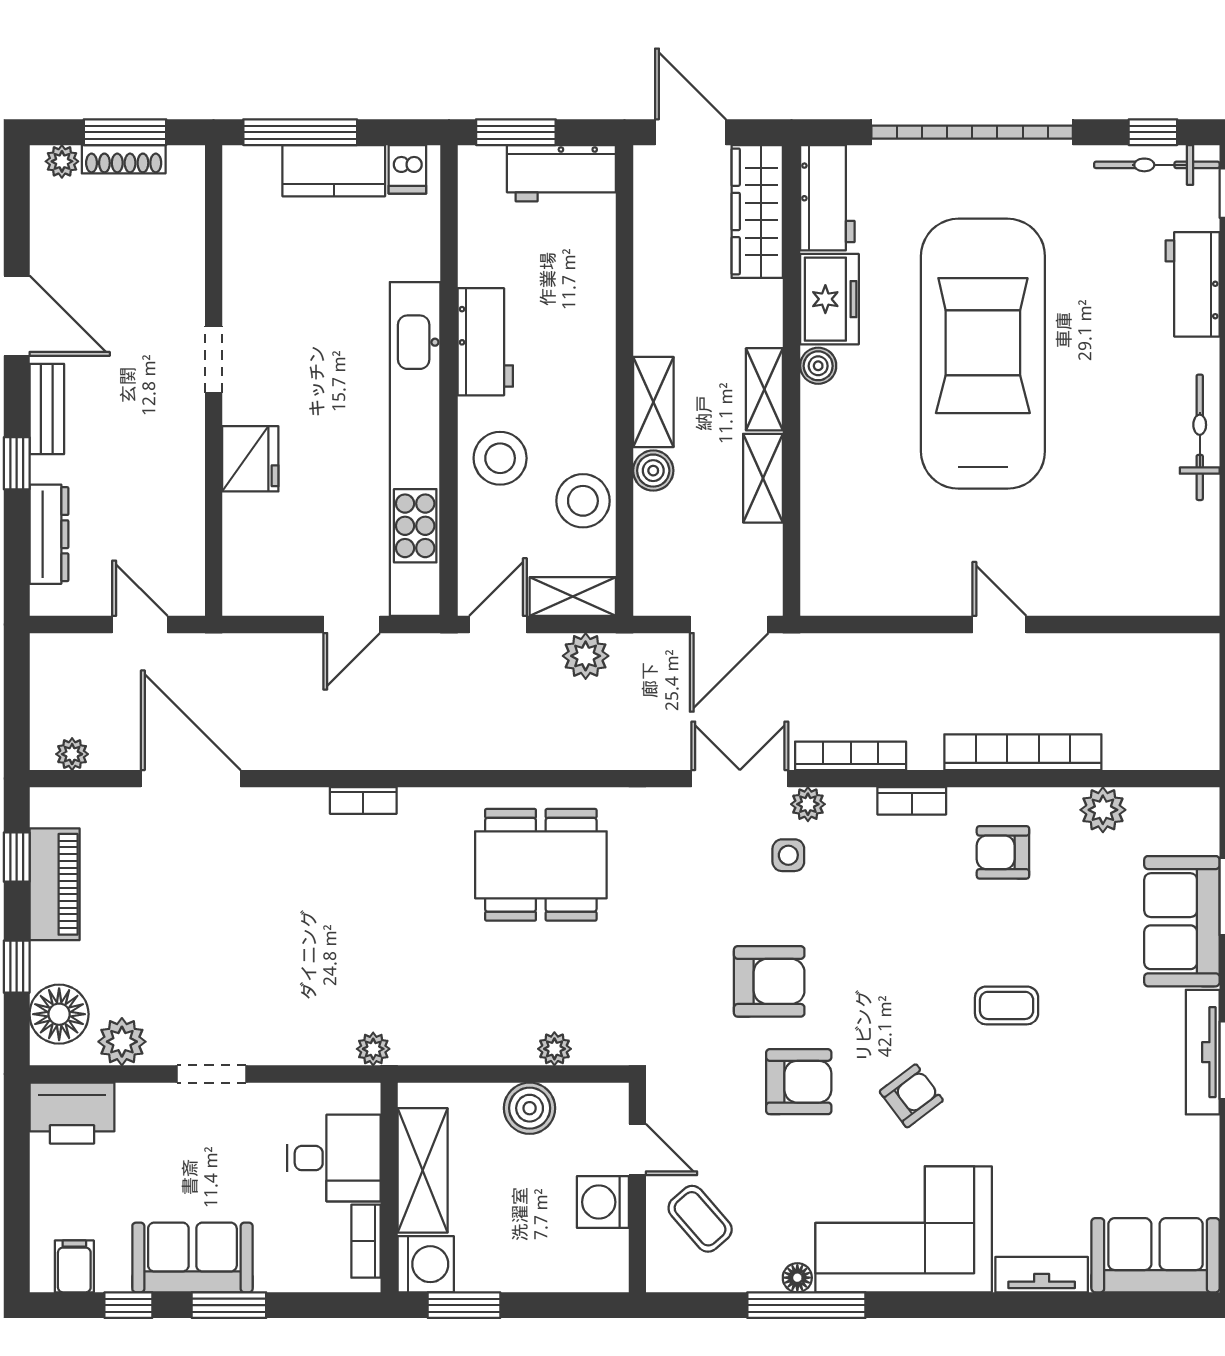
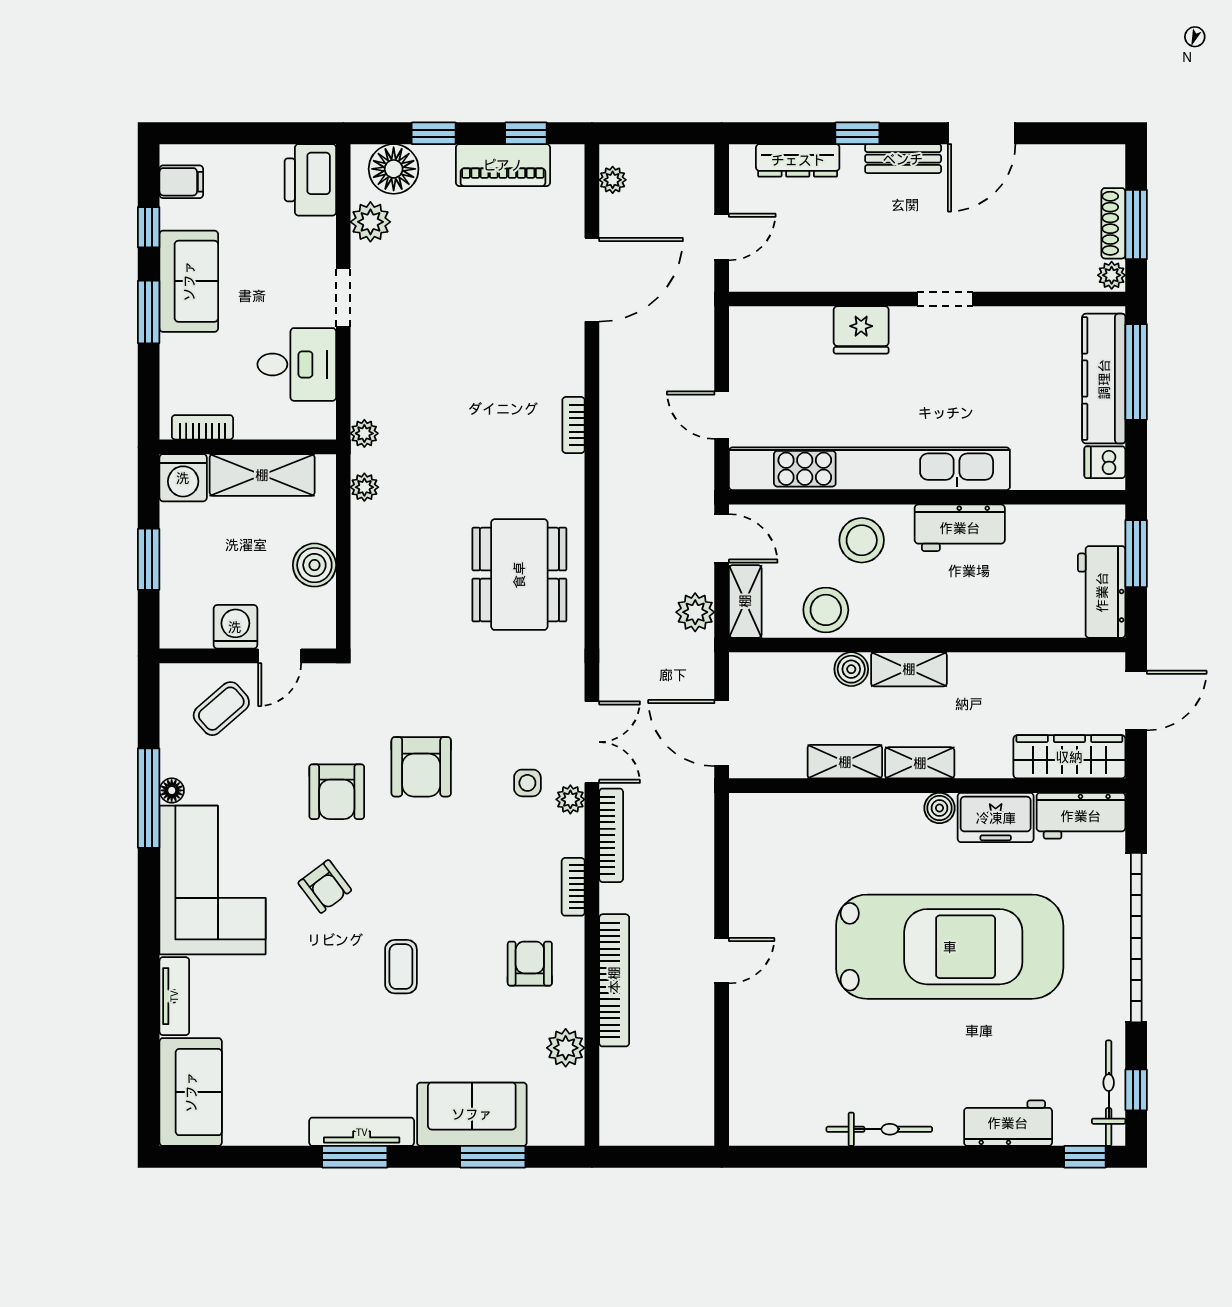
plant: (62, 161) -> (1112, 275), moved
kitchen counter: (334, 171) -> (1104, 379), width x1.50
plant: (554, 1049) -> (364, 487), moved
desk: (334, 1158) -> (297, 364), moved, turned -90
window: (464, 1305) -> (149, 559), moved

